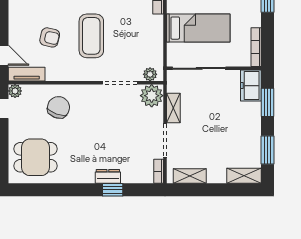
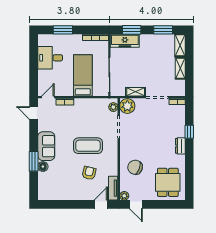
freezer: (251, 86) -> (125, 41), width x1.40
dresser: (108, 176) -> (180, 146), moved
shelving: (190, 176) -> (180, 68), moved

